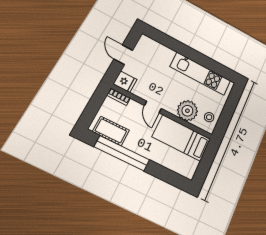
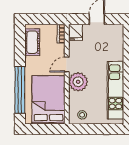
plant: (187, 111) -> (78, 82), moved
bed: (182, 138) -> (48, 100), width x1.50
window: (122, 153) -> (20, 90), moved

